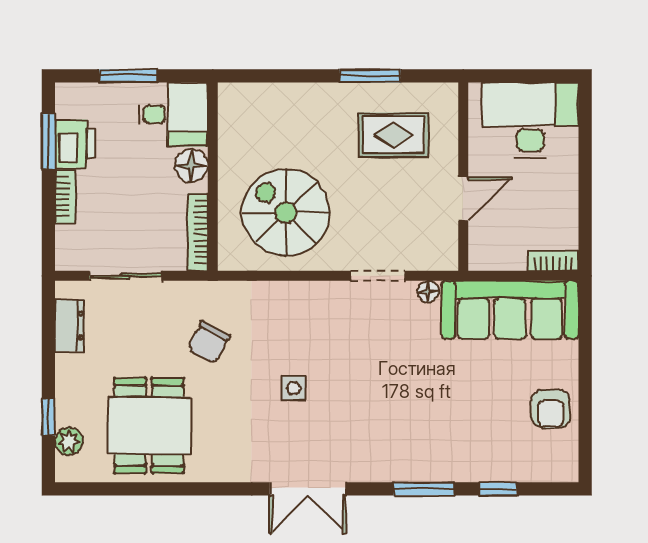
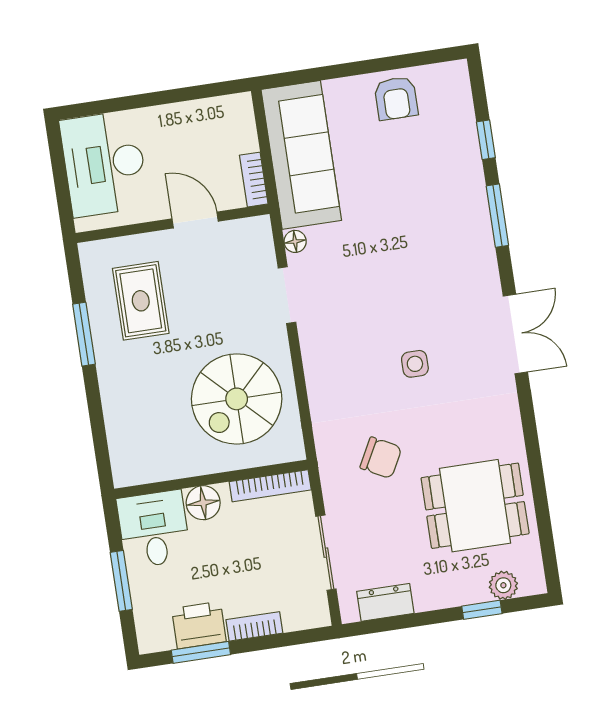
bookcase: (553, 261) -> (254, 180), moved
armchair: (551, 409) -> (396, 98), turned 90

